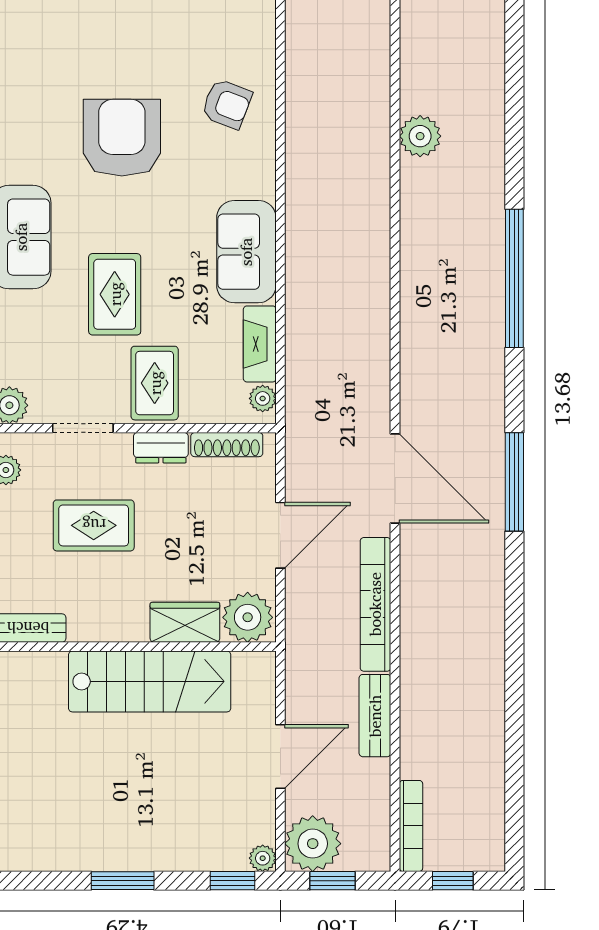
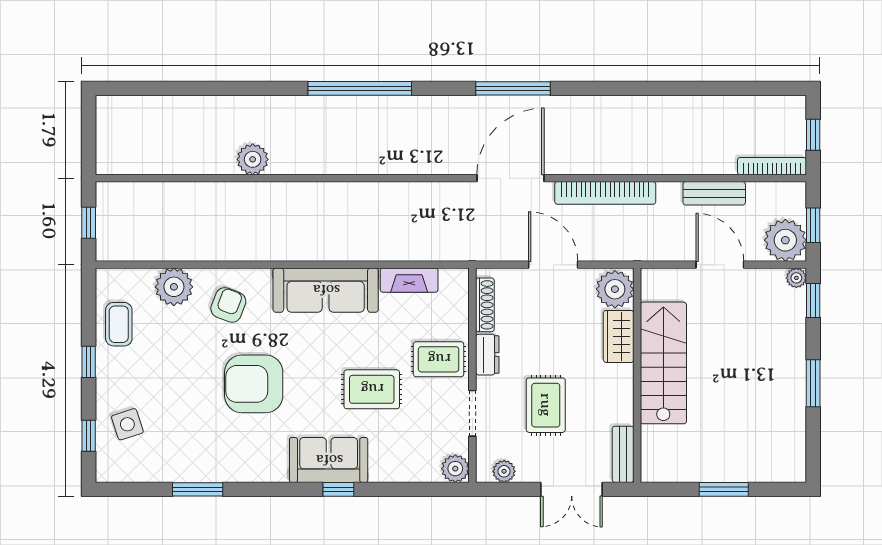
sofa: (246, 252) -> (326, 290), width x1.36
plant: (263, 398) -> (174, 287), moved, width x1.88, depth x1.88
bench: (375, 716) -> (714, 193), moved

